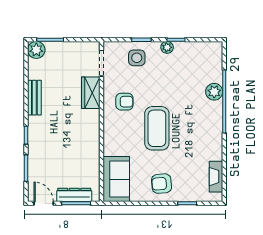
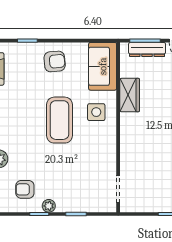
side table: (137, 58) -> (96, 112), moved
wardrobe: (91, 93) -> (130, 95), moved
armchair: (124, 102) -> (25, 189), moved

